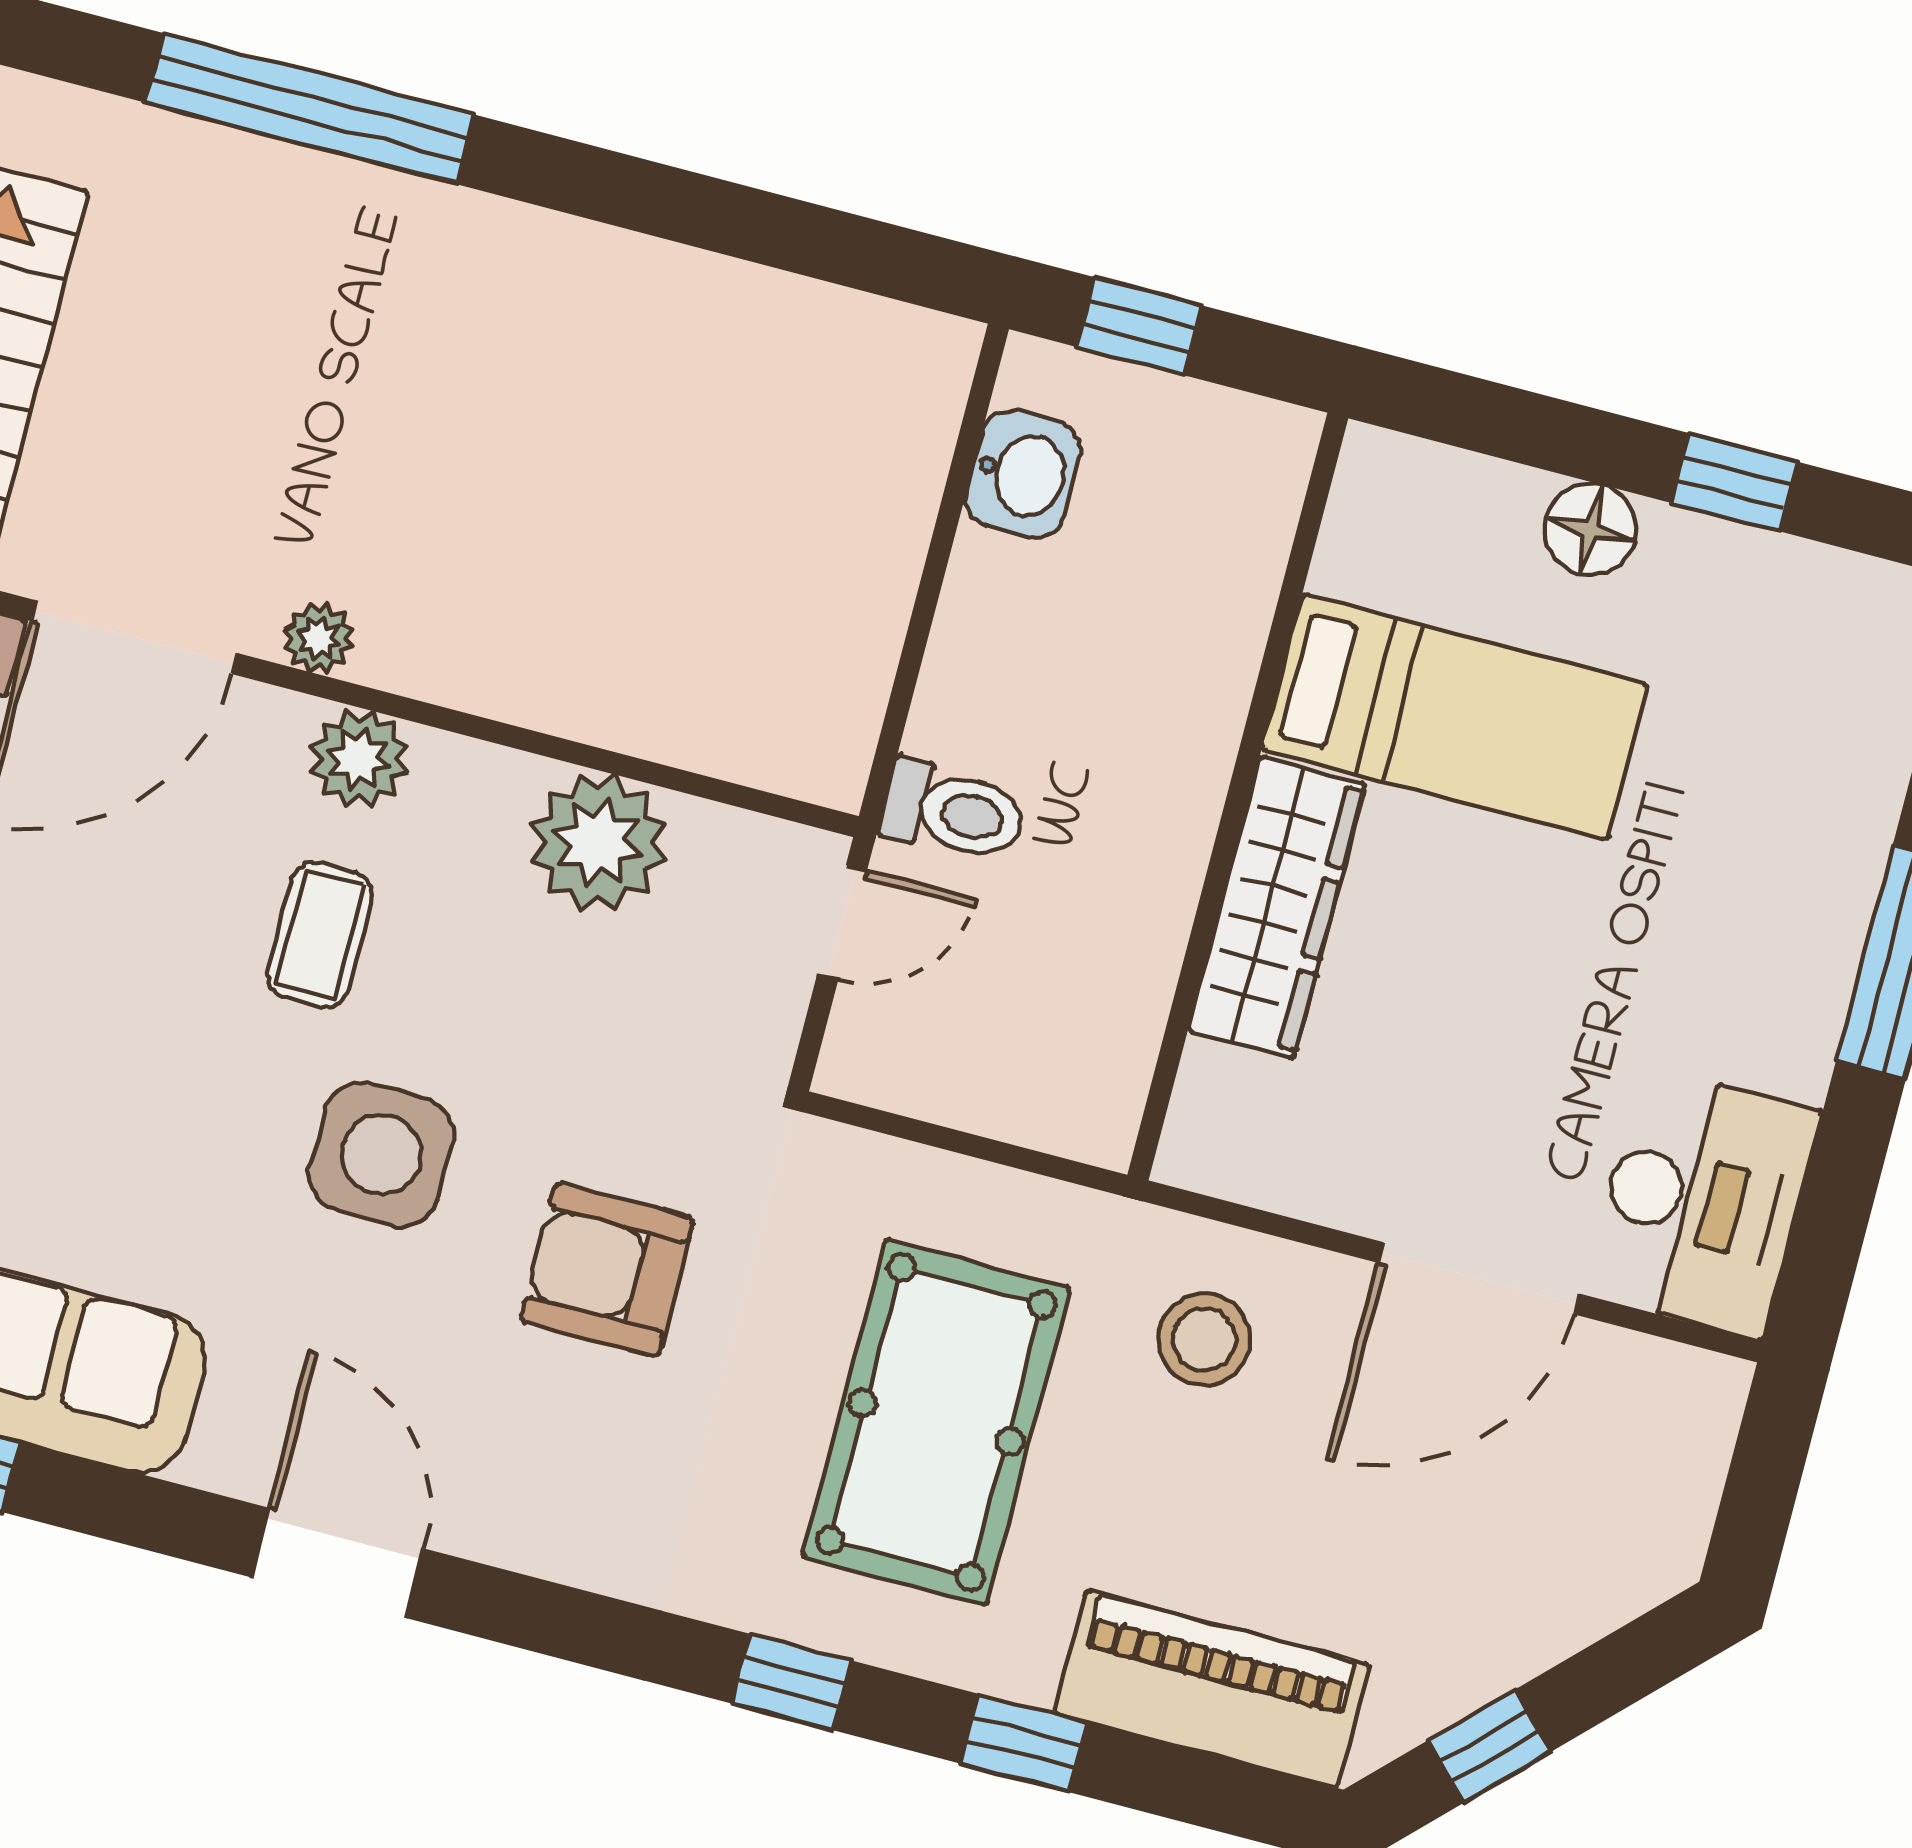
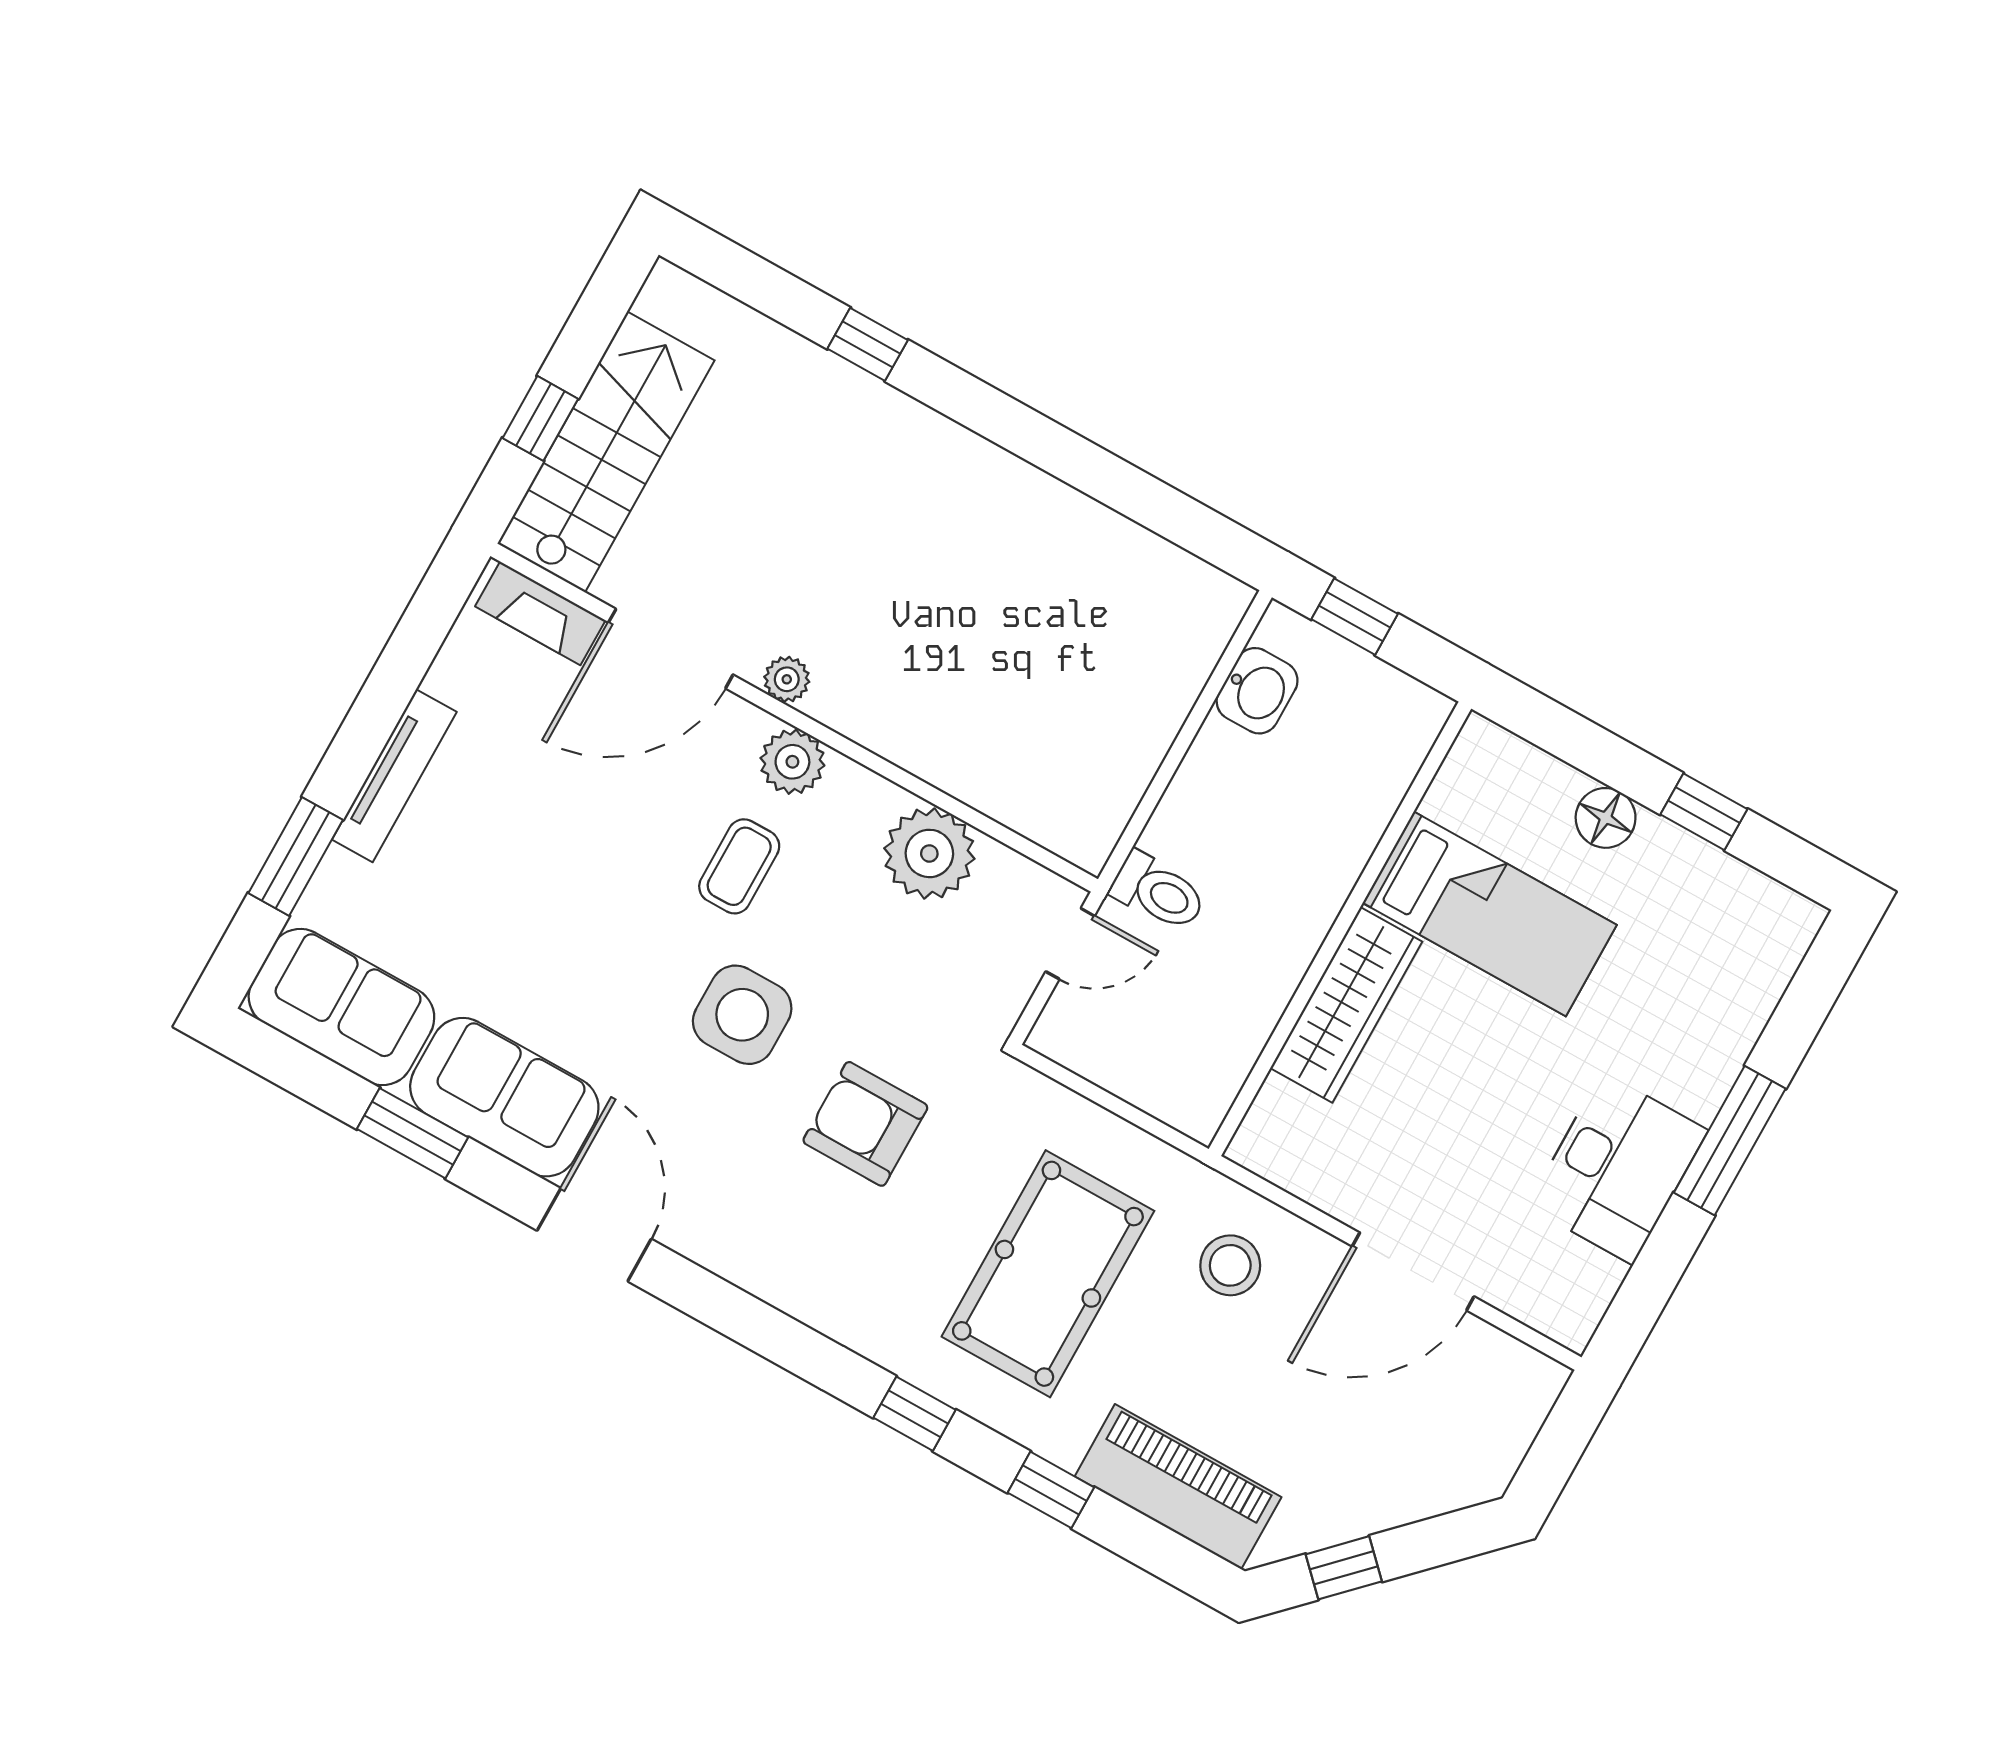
window: (310, 109) -> (868, 344), width x0.32
desk: (1702, 1202) -> (1618, 1168), moved
door: (337, 1563) -> (594, 1235), moved

